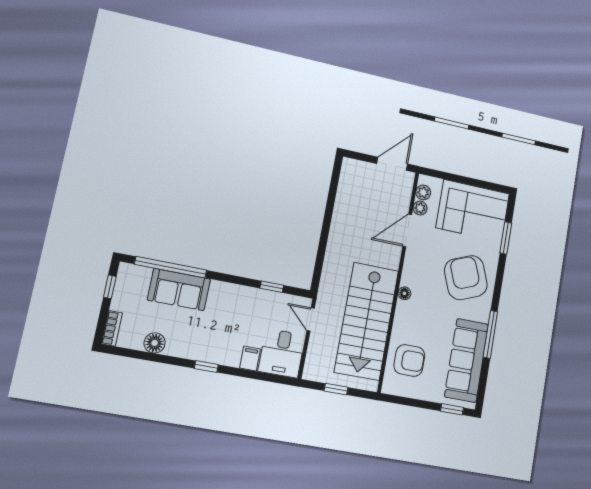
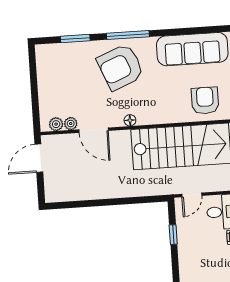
door: (392, 164) -> (39, 158), hinge flipped
corner sofa: (473, 211) -> (59, 75), removed
floor lamp: (404, 293) -> (130, 120), moved
window: (490, 334) -> (128, 35), moved

